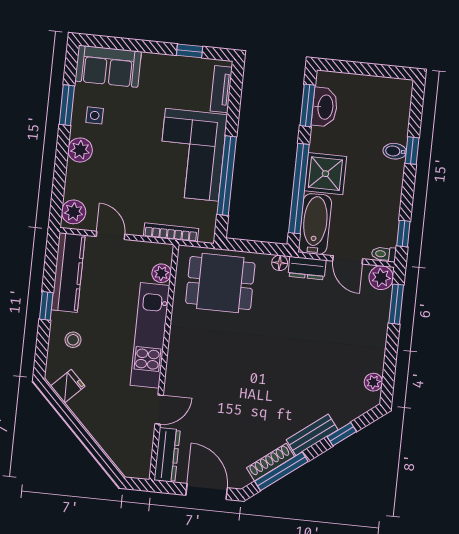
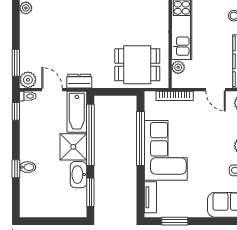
window: (190, 51) -> (175, 221), width x1.50
washbasin: (325, 107) -> (78, 175), moved
floor lamp: (280, 263) -> (98, 83), removed

